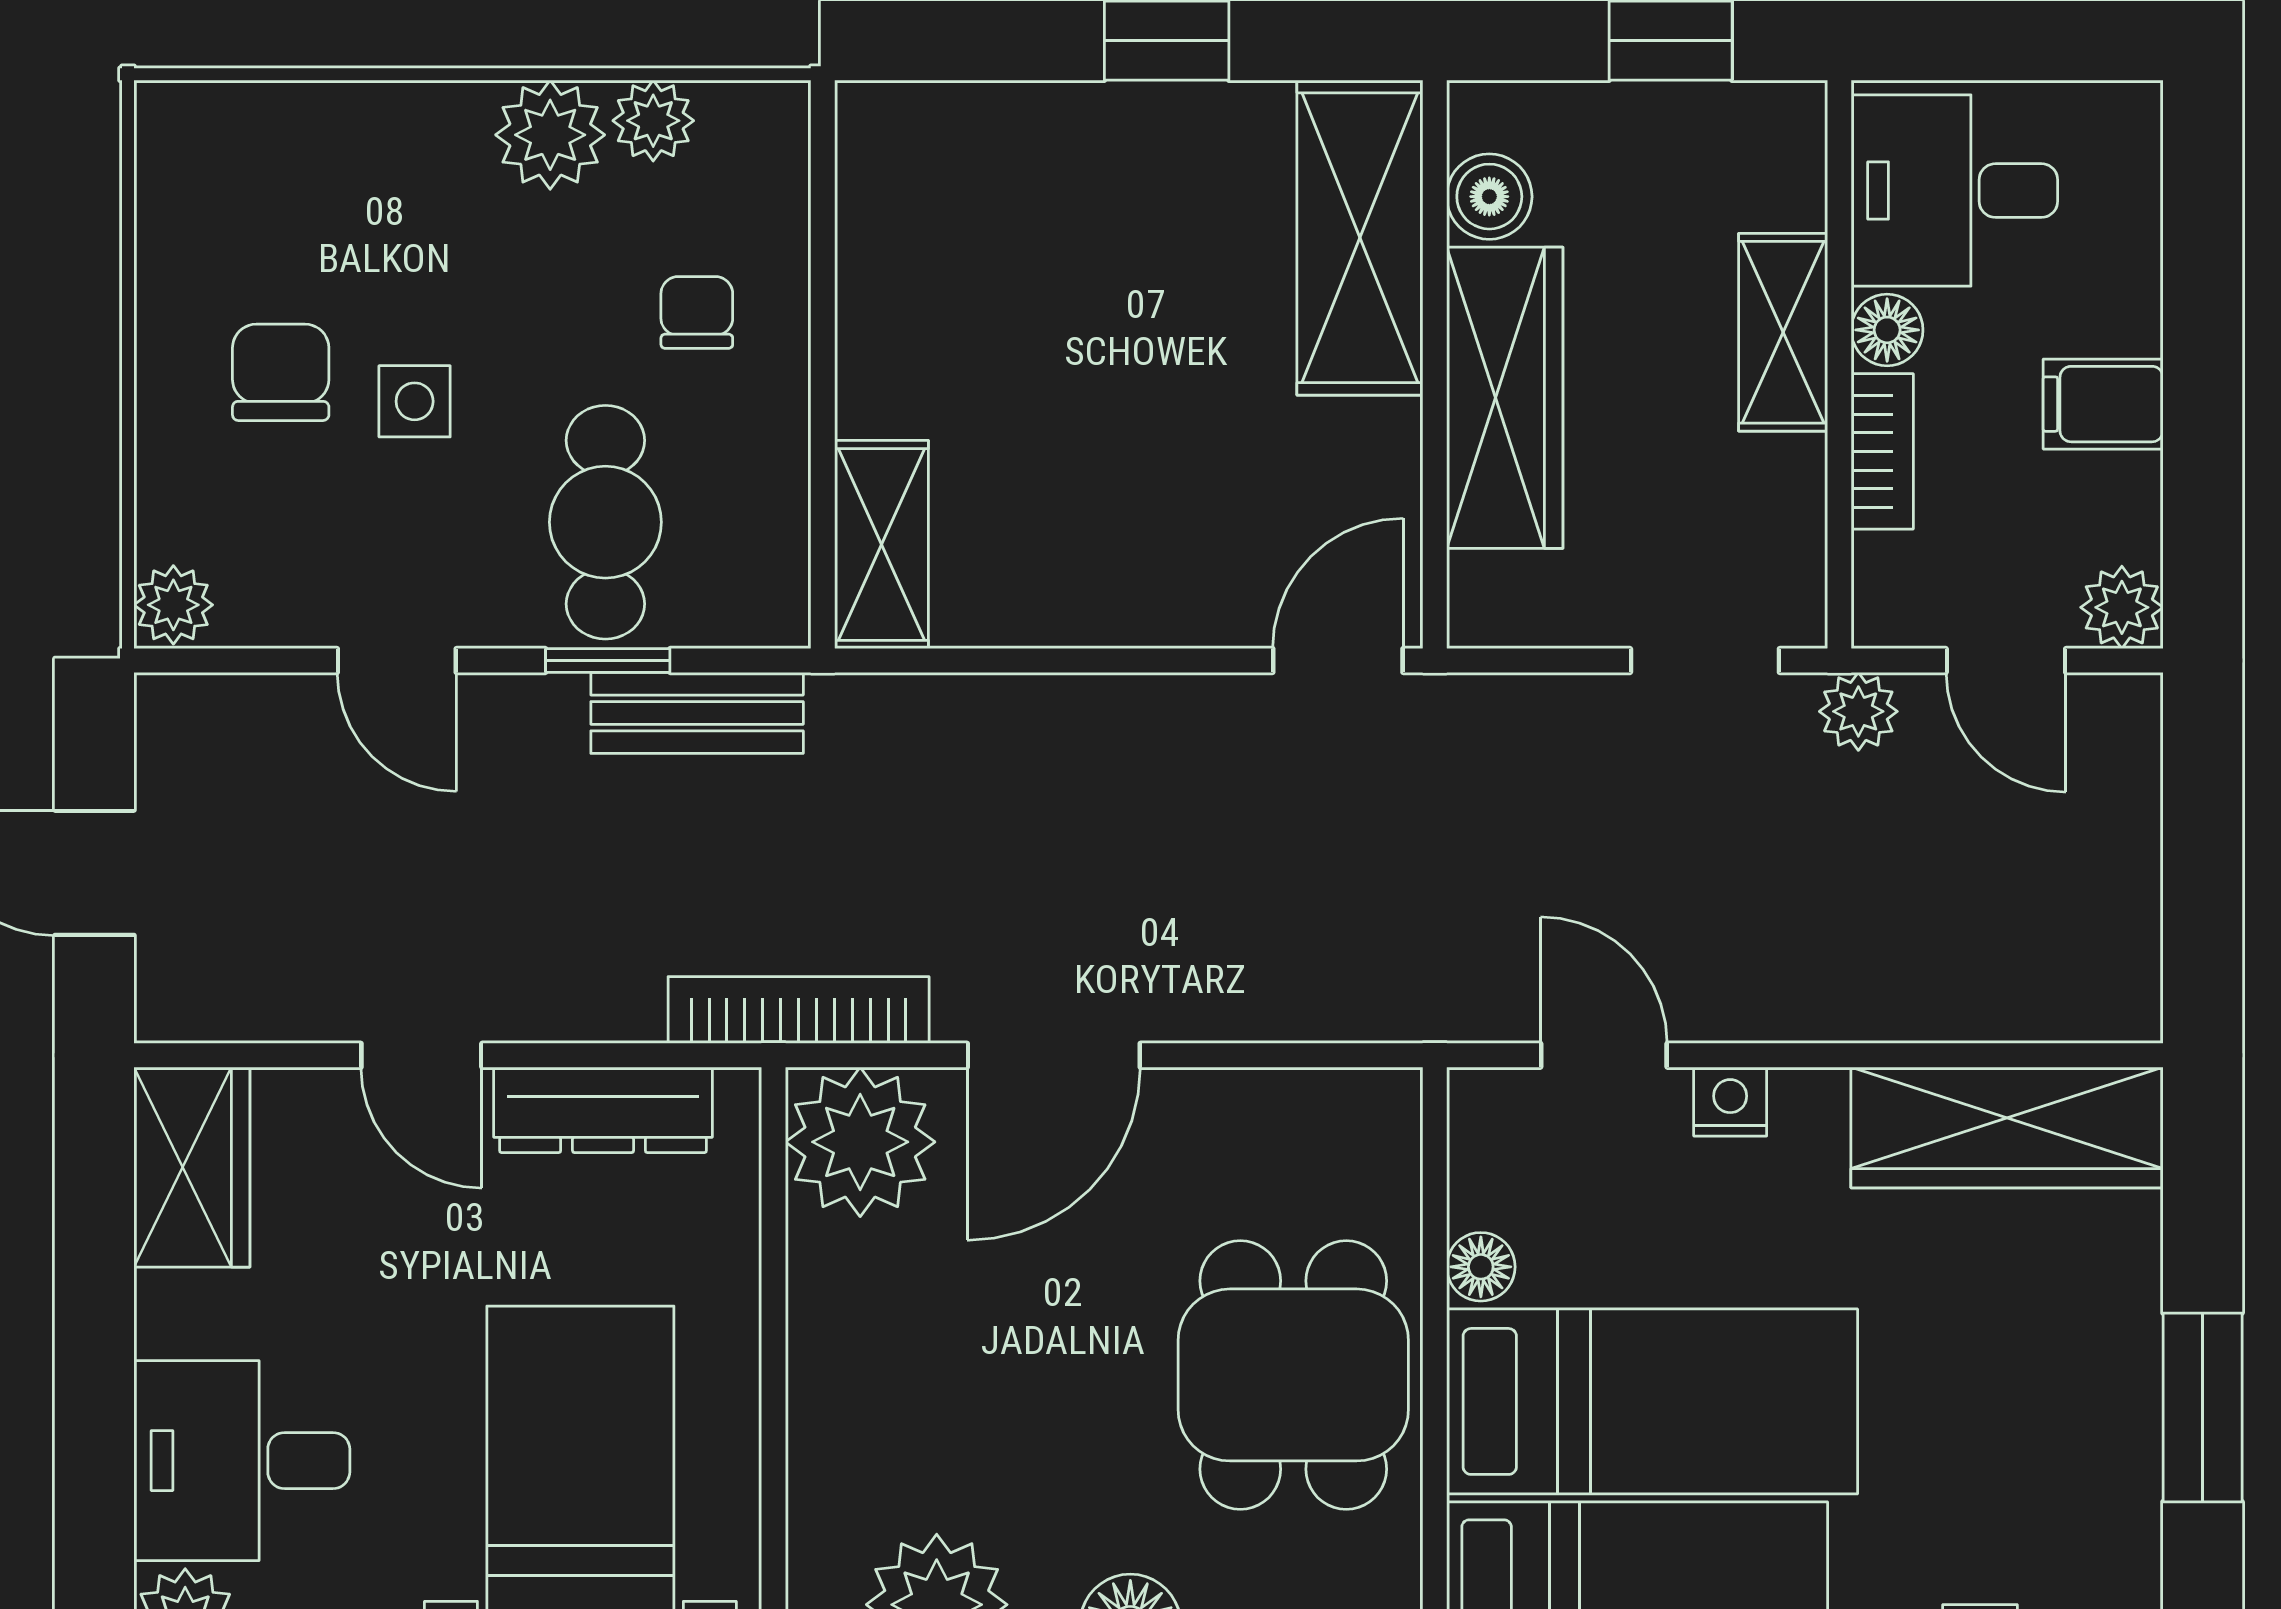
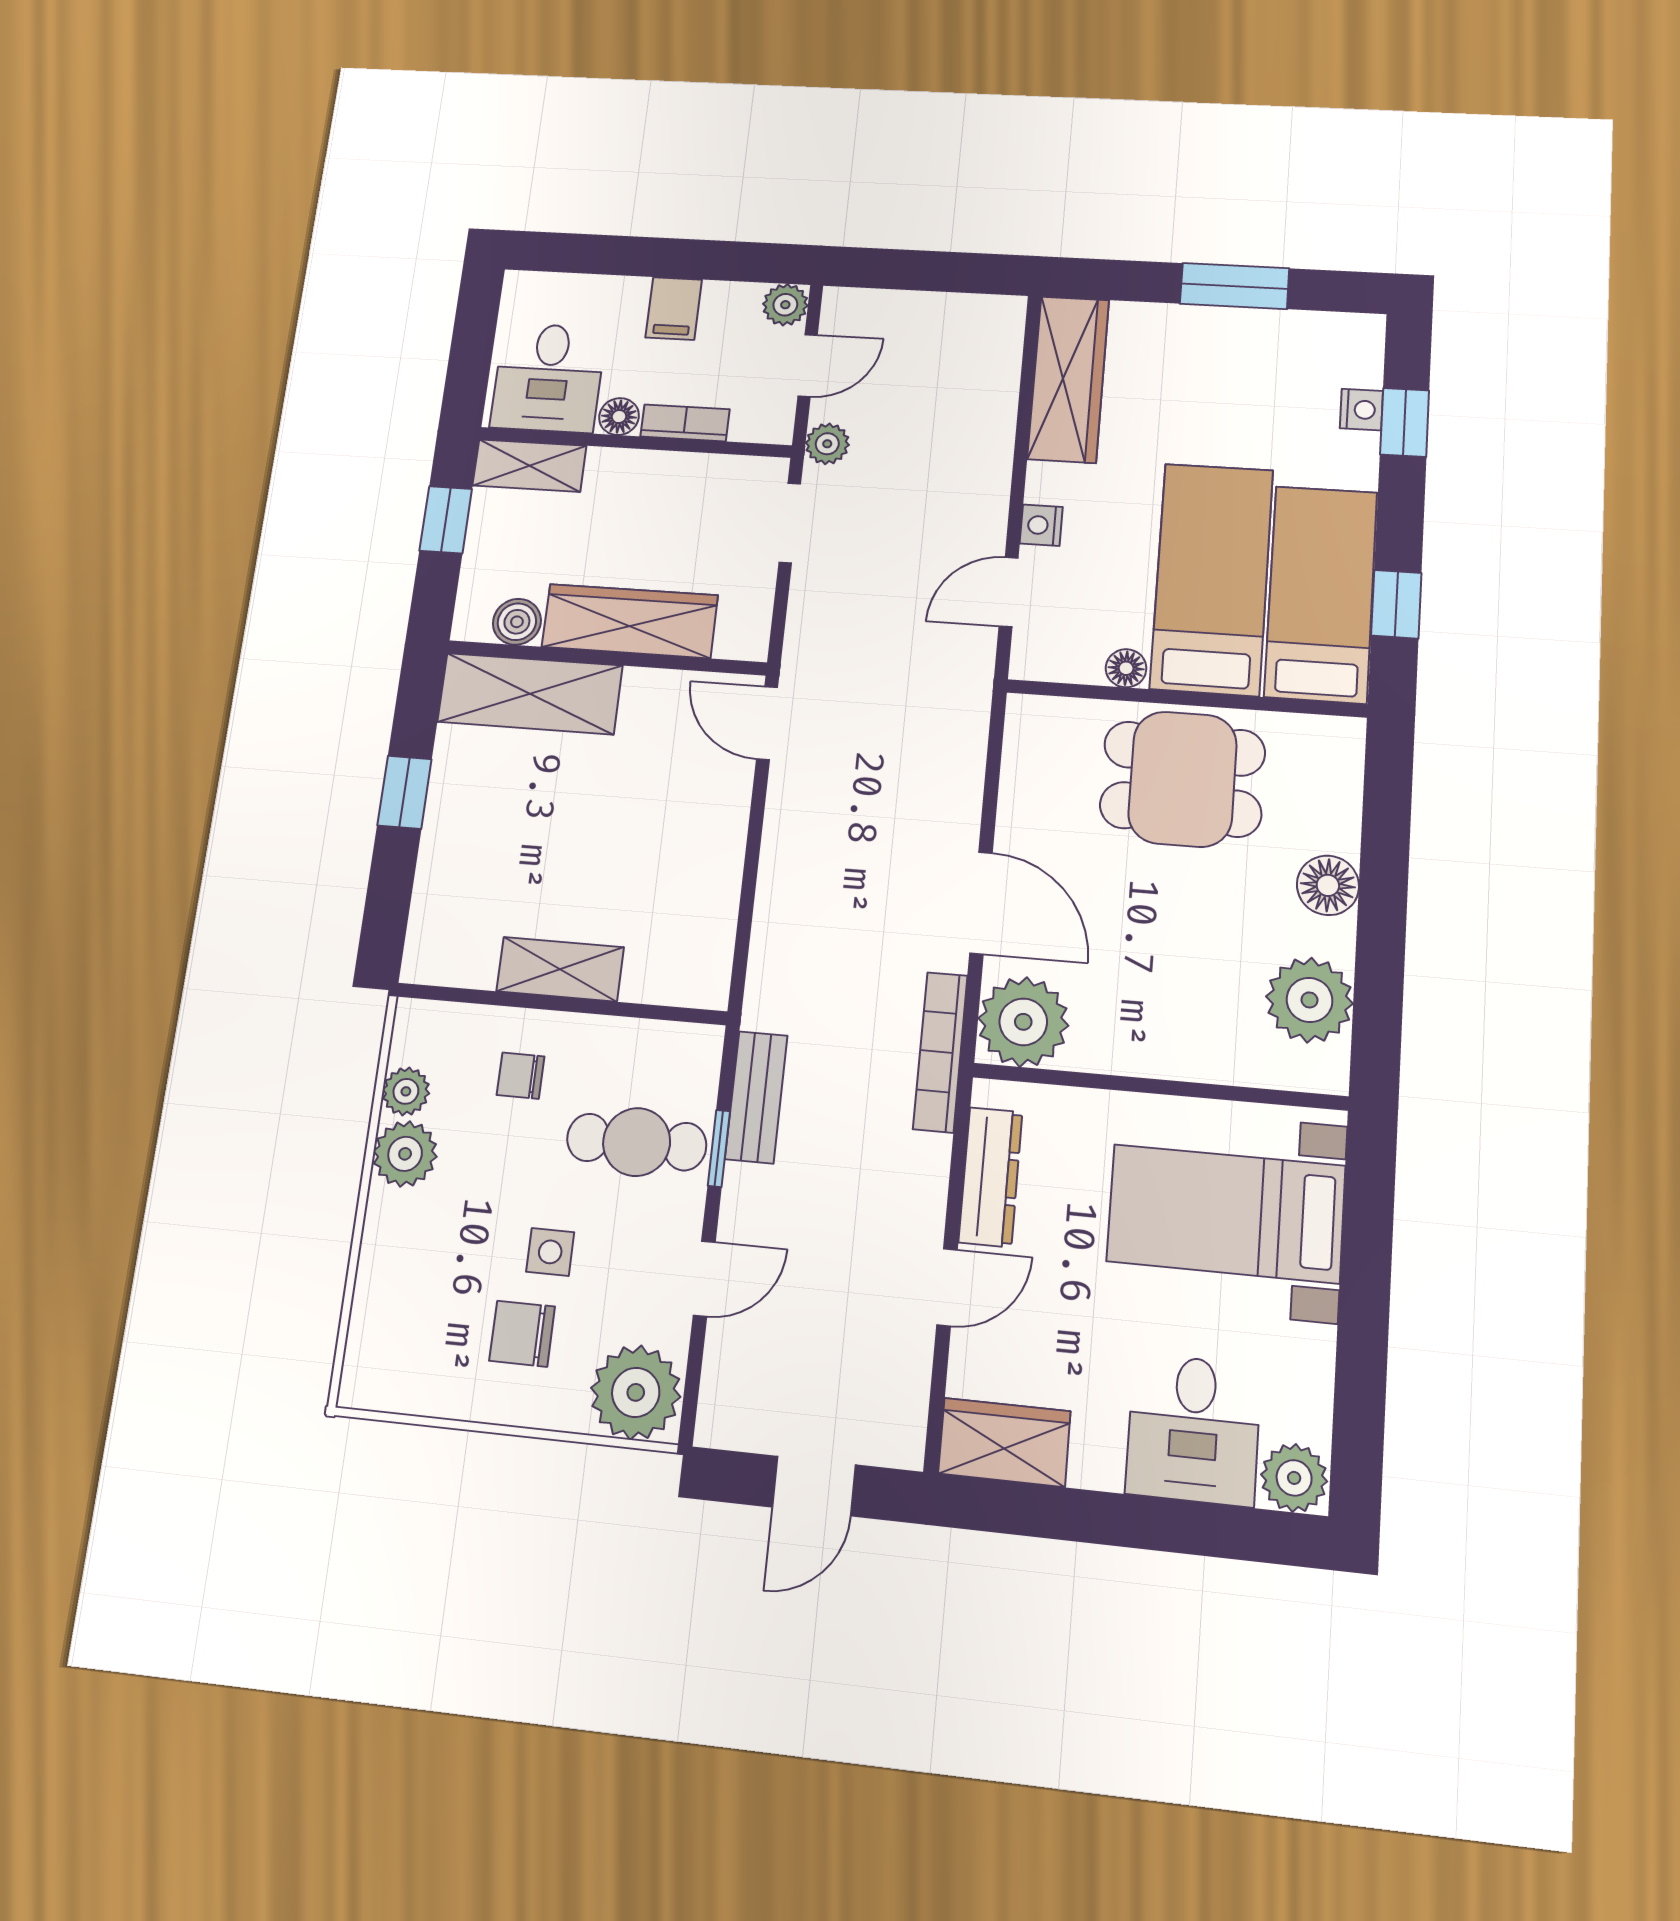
shelving: (1783, 332) -> (529, 466), moved
shelving: (882, 545) -> (560, 969), moved
plant: (173, 605) -> (636, 1392), width x1.88, depth x1.88

